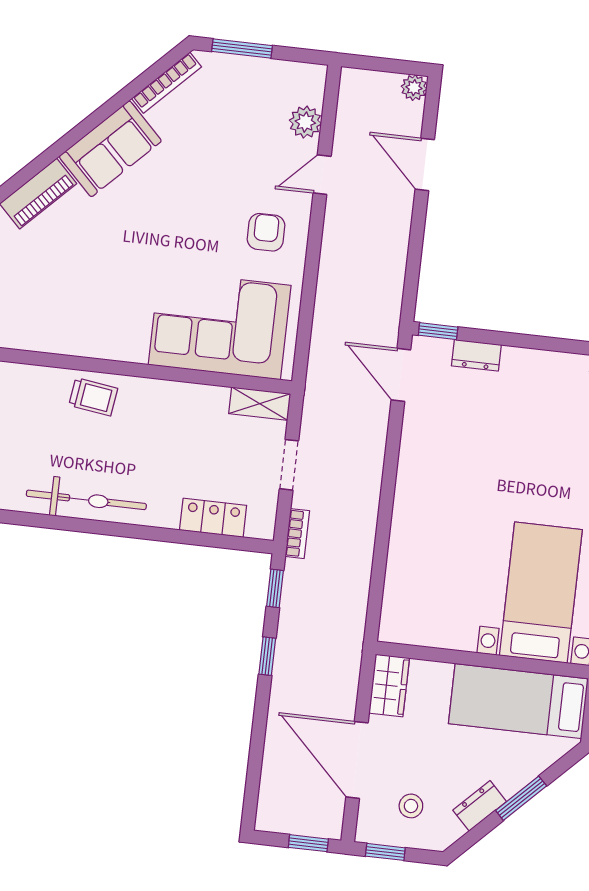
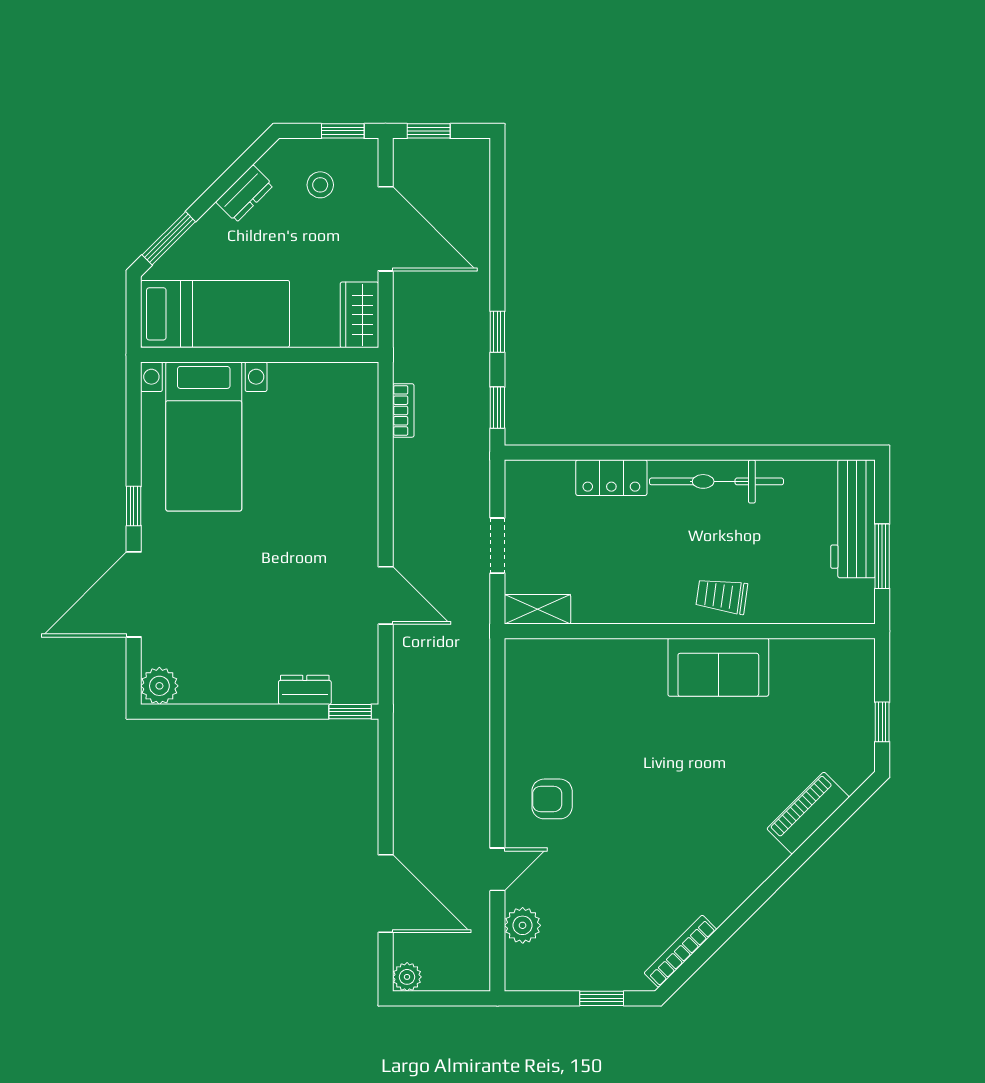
window: (242, 49) -> (602, 998), width x0.67
sofa: (110, 149) -> (718, 667), moved, turned -135
door: (425, 164) -> (386, 894), width x1.36
armchair: (266, 232) -> (552, 799), turned 90
corner sofa: (220, 325) -> (591, 691), removed
door: (401, 375) -> (386, 595), moved
locker: (213, 518) -> (611, 478), moved
bookcase: (297, 534) -> (403, 410), moved, turned 180
window: (521, 798) -> (169, 238), moved

